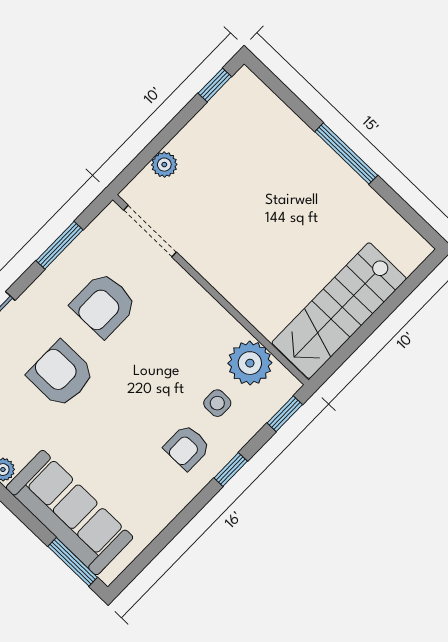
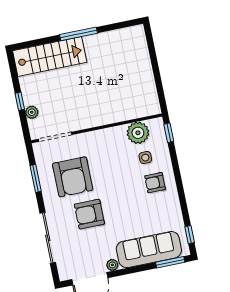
window: (215, 85) -> (20, 101), moved
armchair: (104, 305) -> (73, 177), width x1.36, depth x1.36
stairs: (339, 311) -> (50, 57), moved, turned -90
armchair: (187, 447) -> (155, 183), turned 90
window: (231, 470) -> (190, 235), moved

